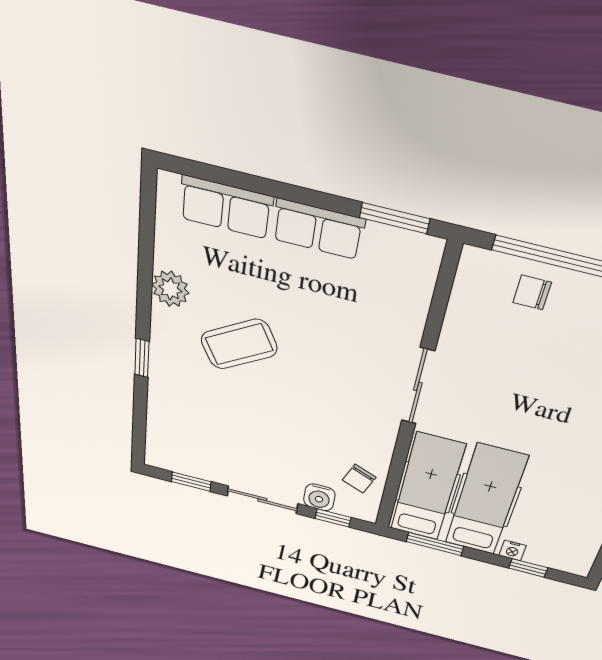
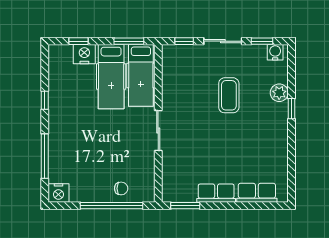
plant: (170, 289) -> (279, 93), moved
coffee table: (239, 344) -> (229, 95), moved, turned -60
chair: (359, 479) -> (175, 70), removed
water cooler: (319, 497) -> (275, 52), moved
nightstand: (513, 550) -> (84, 54), width x1.89, depth x1.79

